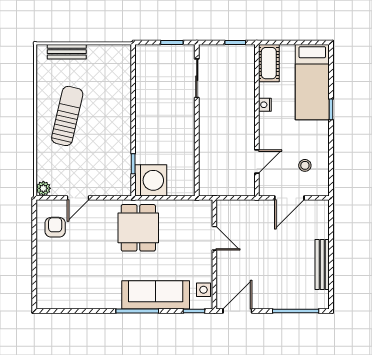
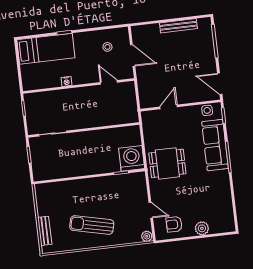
cot: (269, 63) -> (36, 82), removed
plant: (45, 264) -> (202, 228), added

